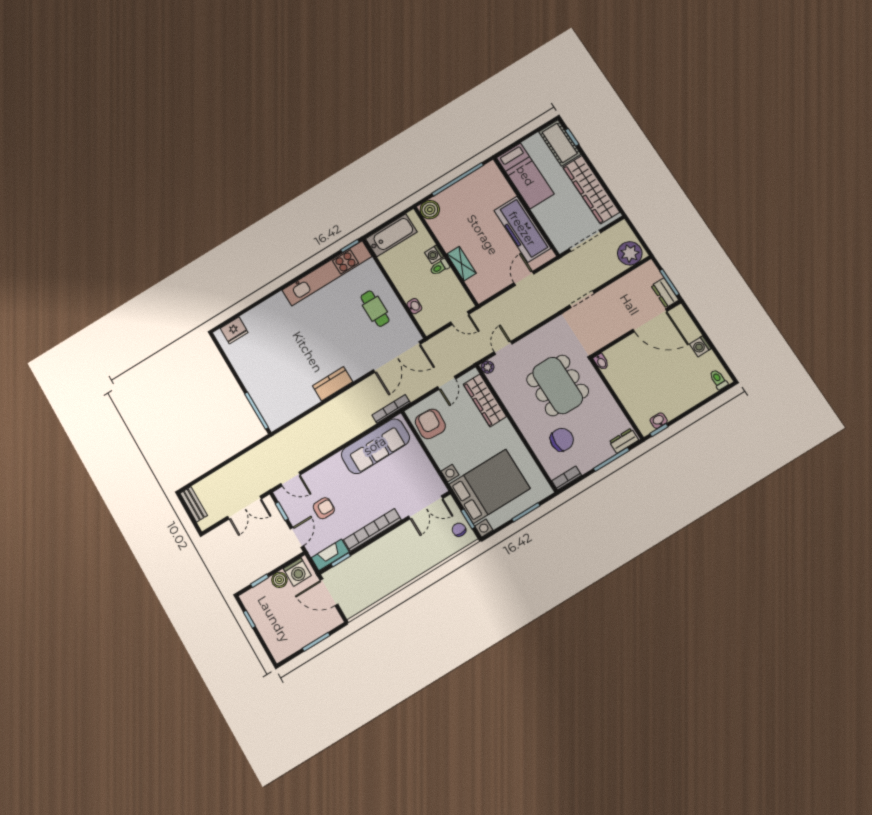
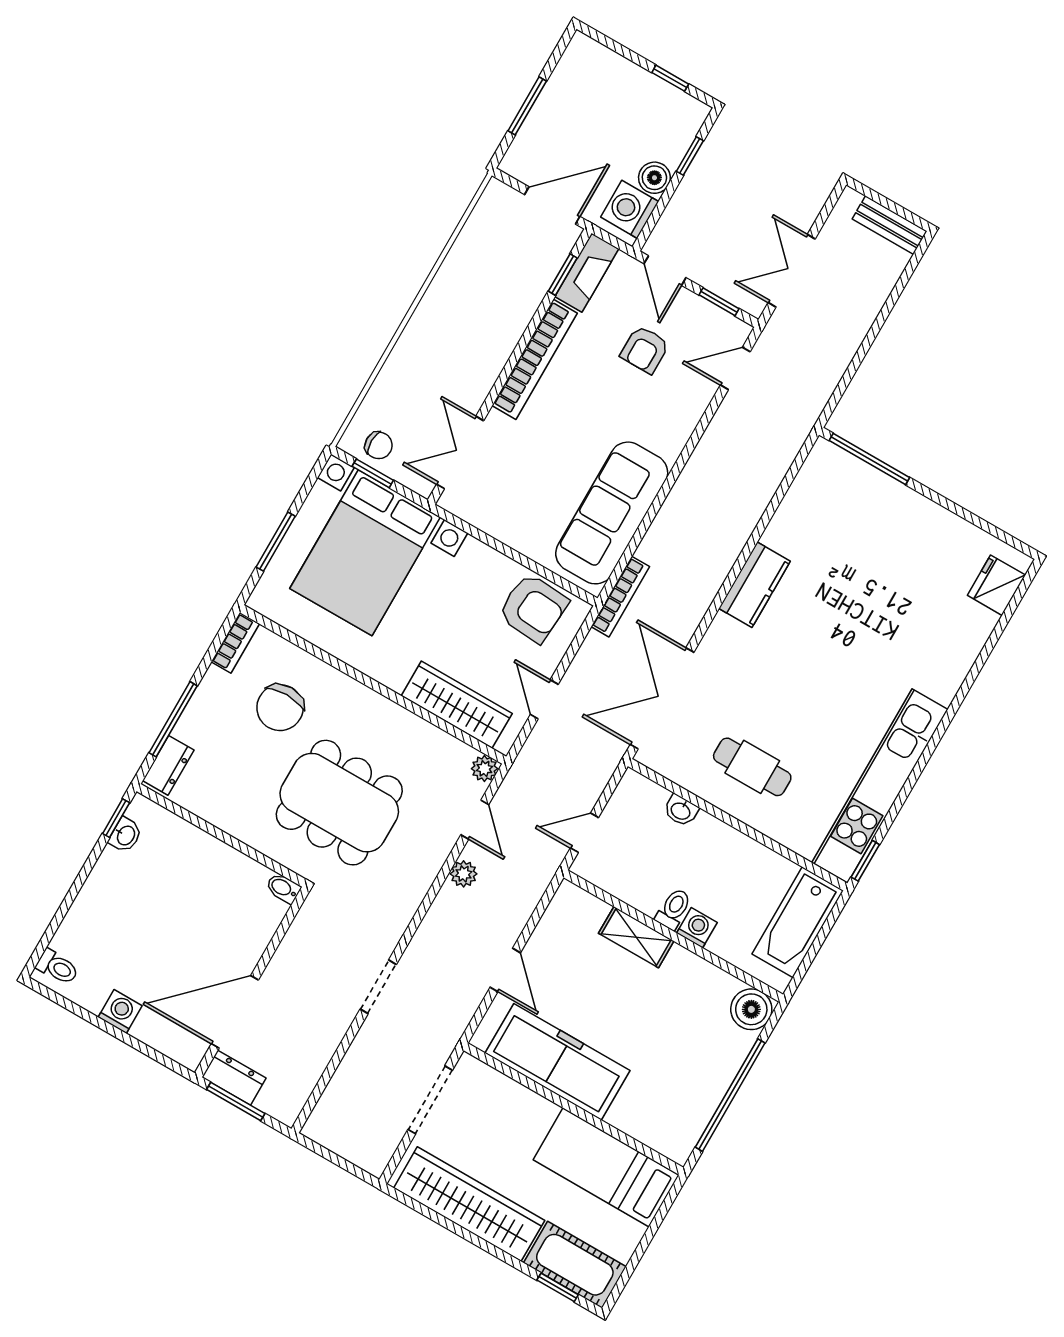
plant: (630, 253) -> (464, 874), moved, width x0.53, depth x0.53

